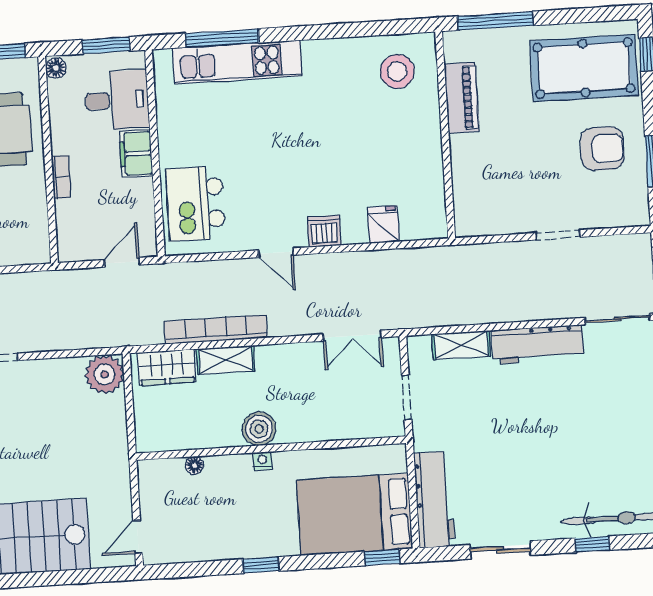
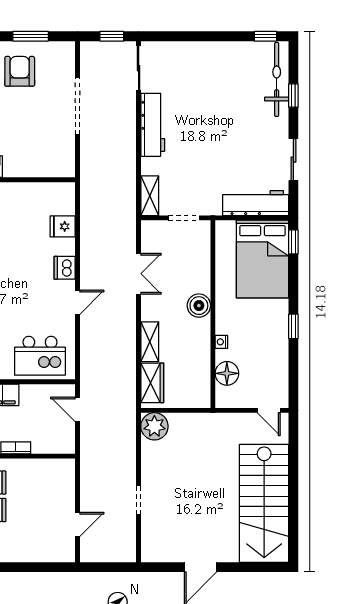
doorway: (558, 235) -> (78, 106), width x1.87
bookcase: (216, 329) -> (128, 347), removed
double door: (352, 336) -> (139, 274), moved
shelving: (461, 345) -> (150, 196), moved
boiler: (259, 429) -> (199, 306), moved
nightstand: (262, 461) -> (221, 342), moved
floor lamp: (195, 465) -> (227, 373), width x1.89, depth x1.89

